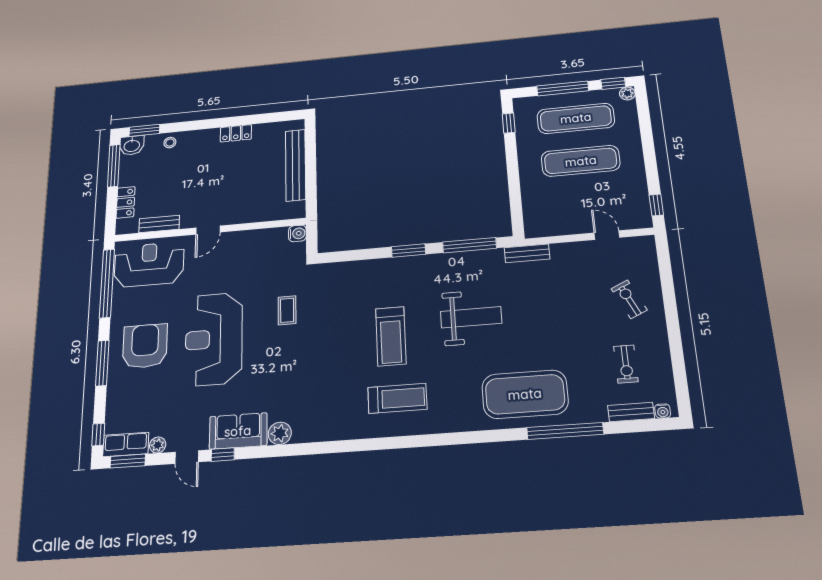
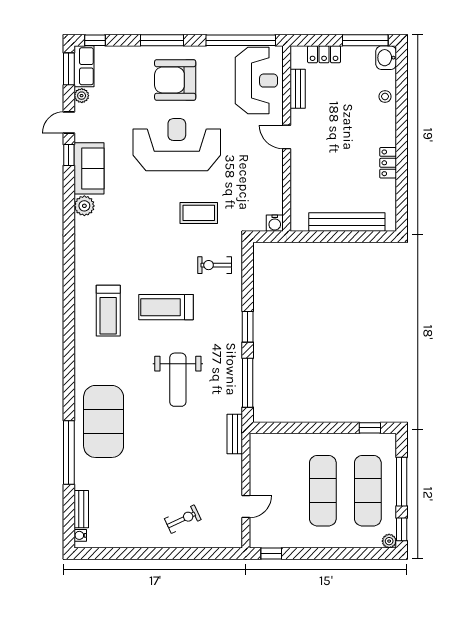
window: (144, 130) -> (402, 70), removed
coffee table: (287, 310) -> (199, 213), width x1.36, depth x1.30
armchair: (145, 346) -> (175, 80), turned 180
exercise bike: (626, 364) -> (215, 265), moved

